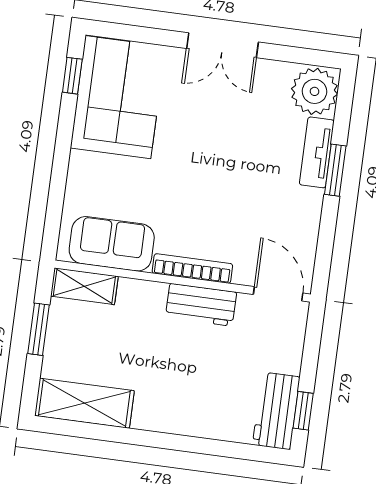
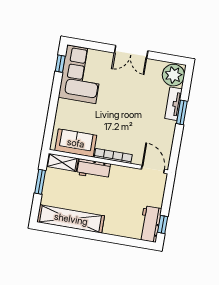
workbench: (201, 305) -> (94, 169), moved
shelving: (84, 403) -> (71, 219), width x1.47

